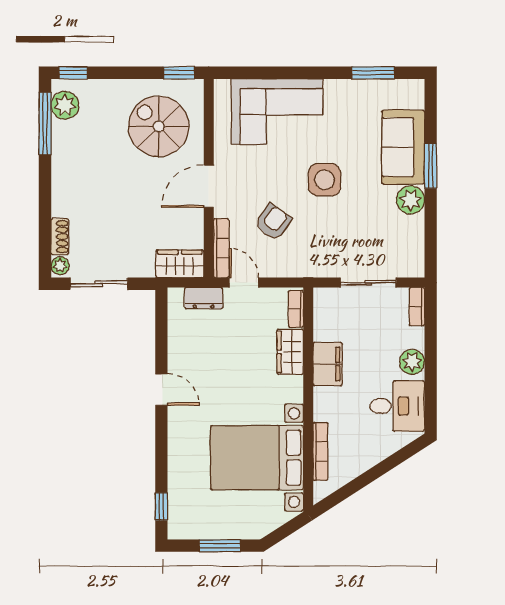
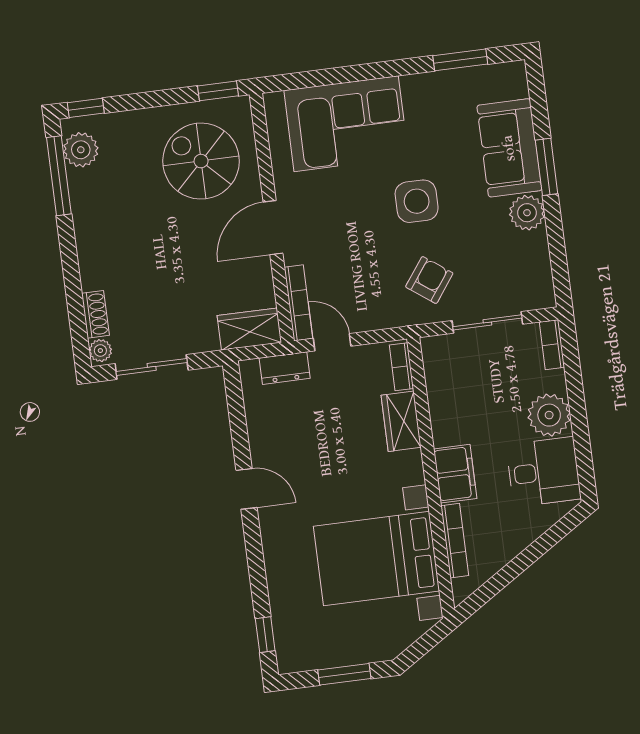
armchair: (273, 222) -> (429, 280), moved
plant: (412, 362) -> (549, 415), width x1.36, depth x1.36
filing cabinet: (328, 364) -> (455, 474), moved

